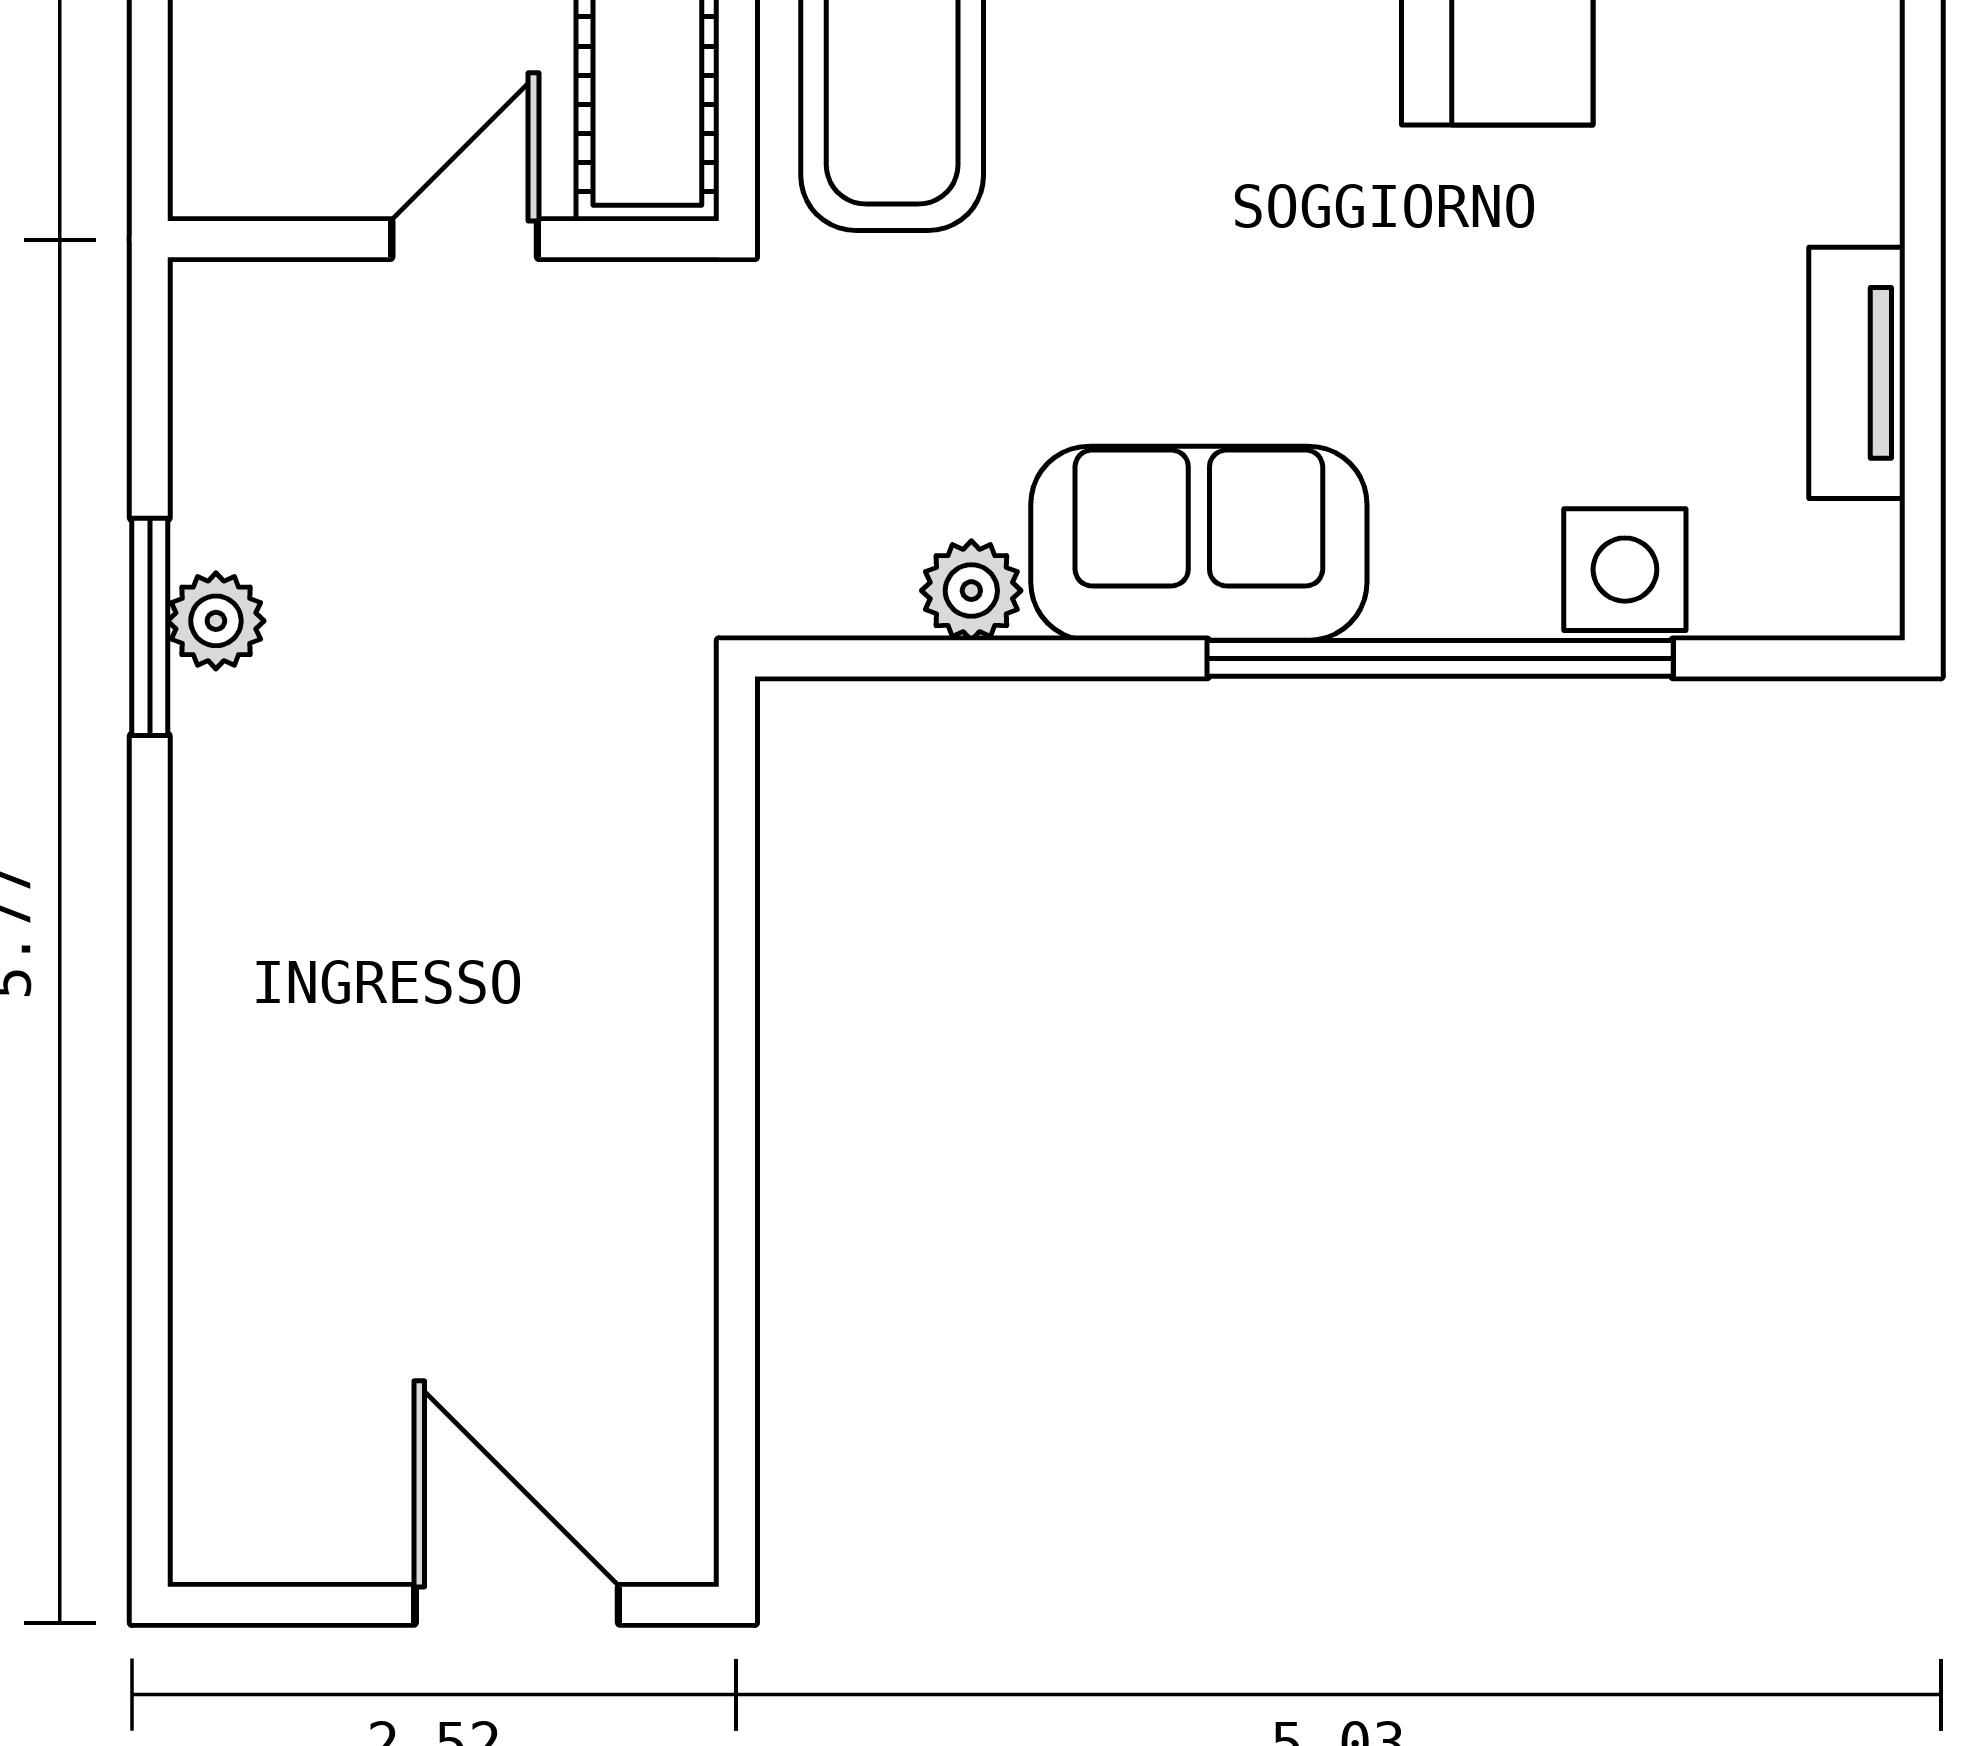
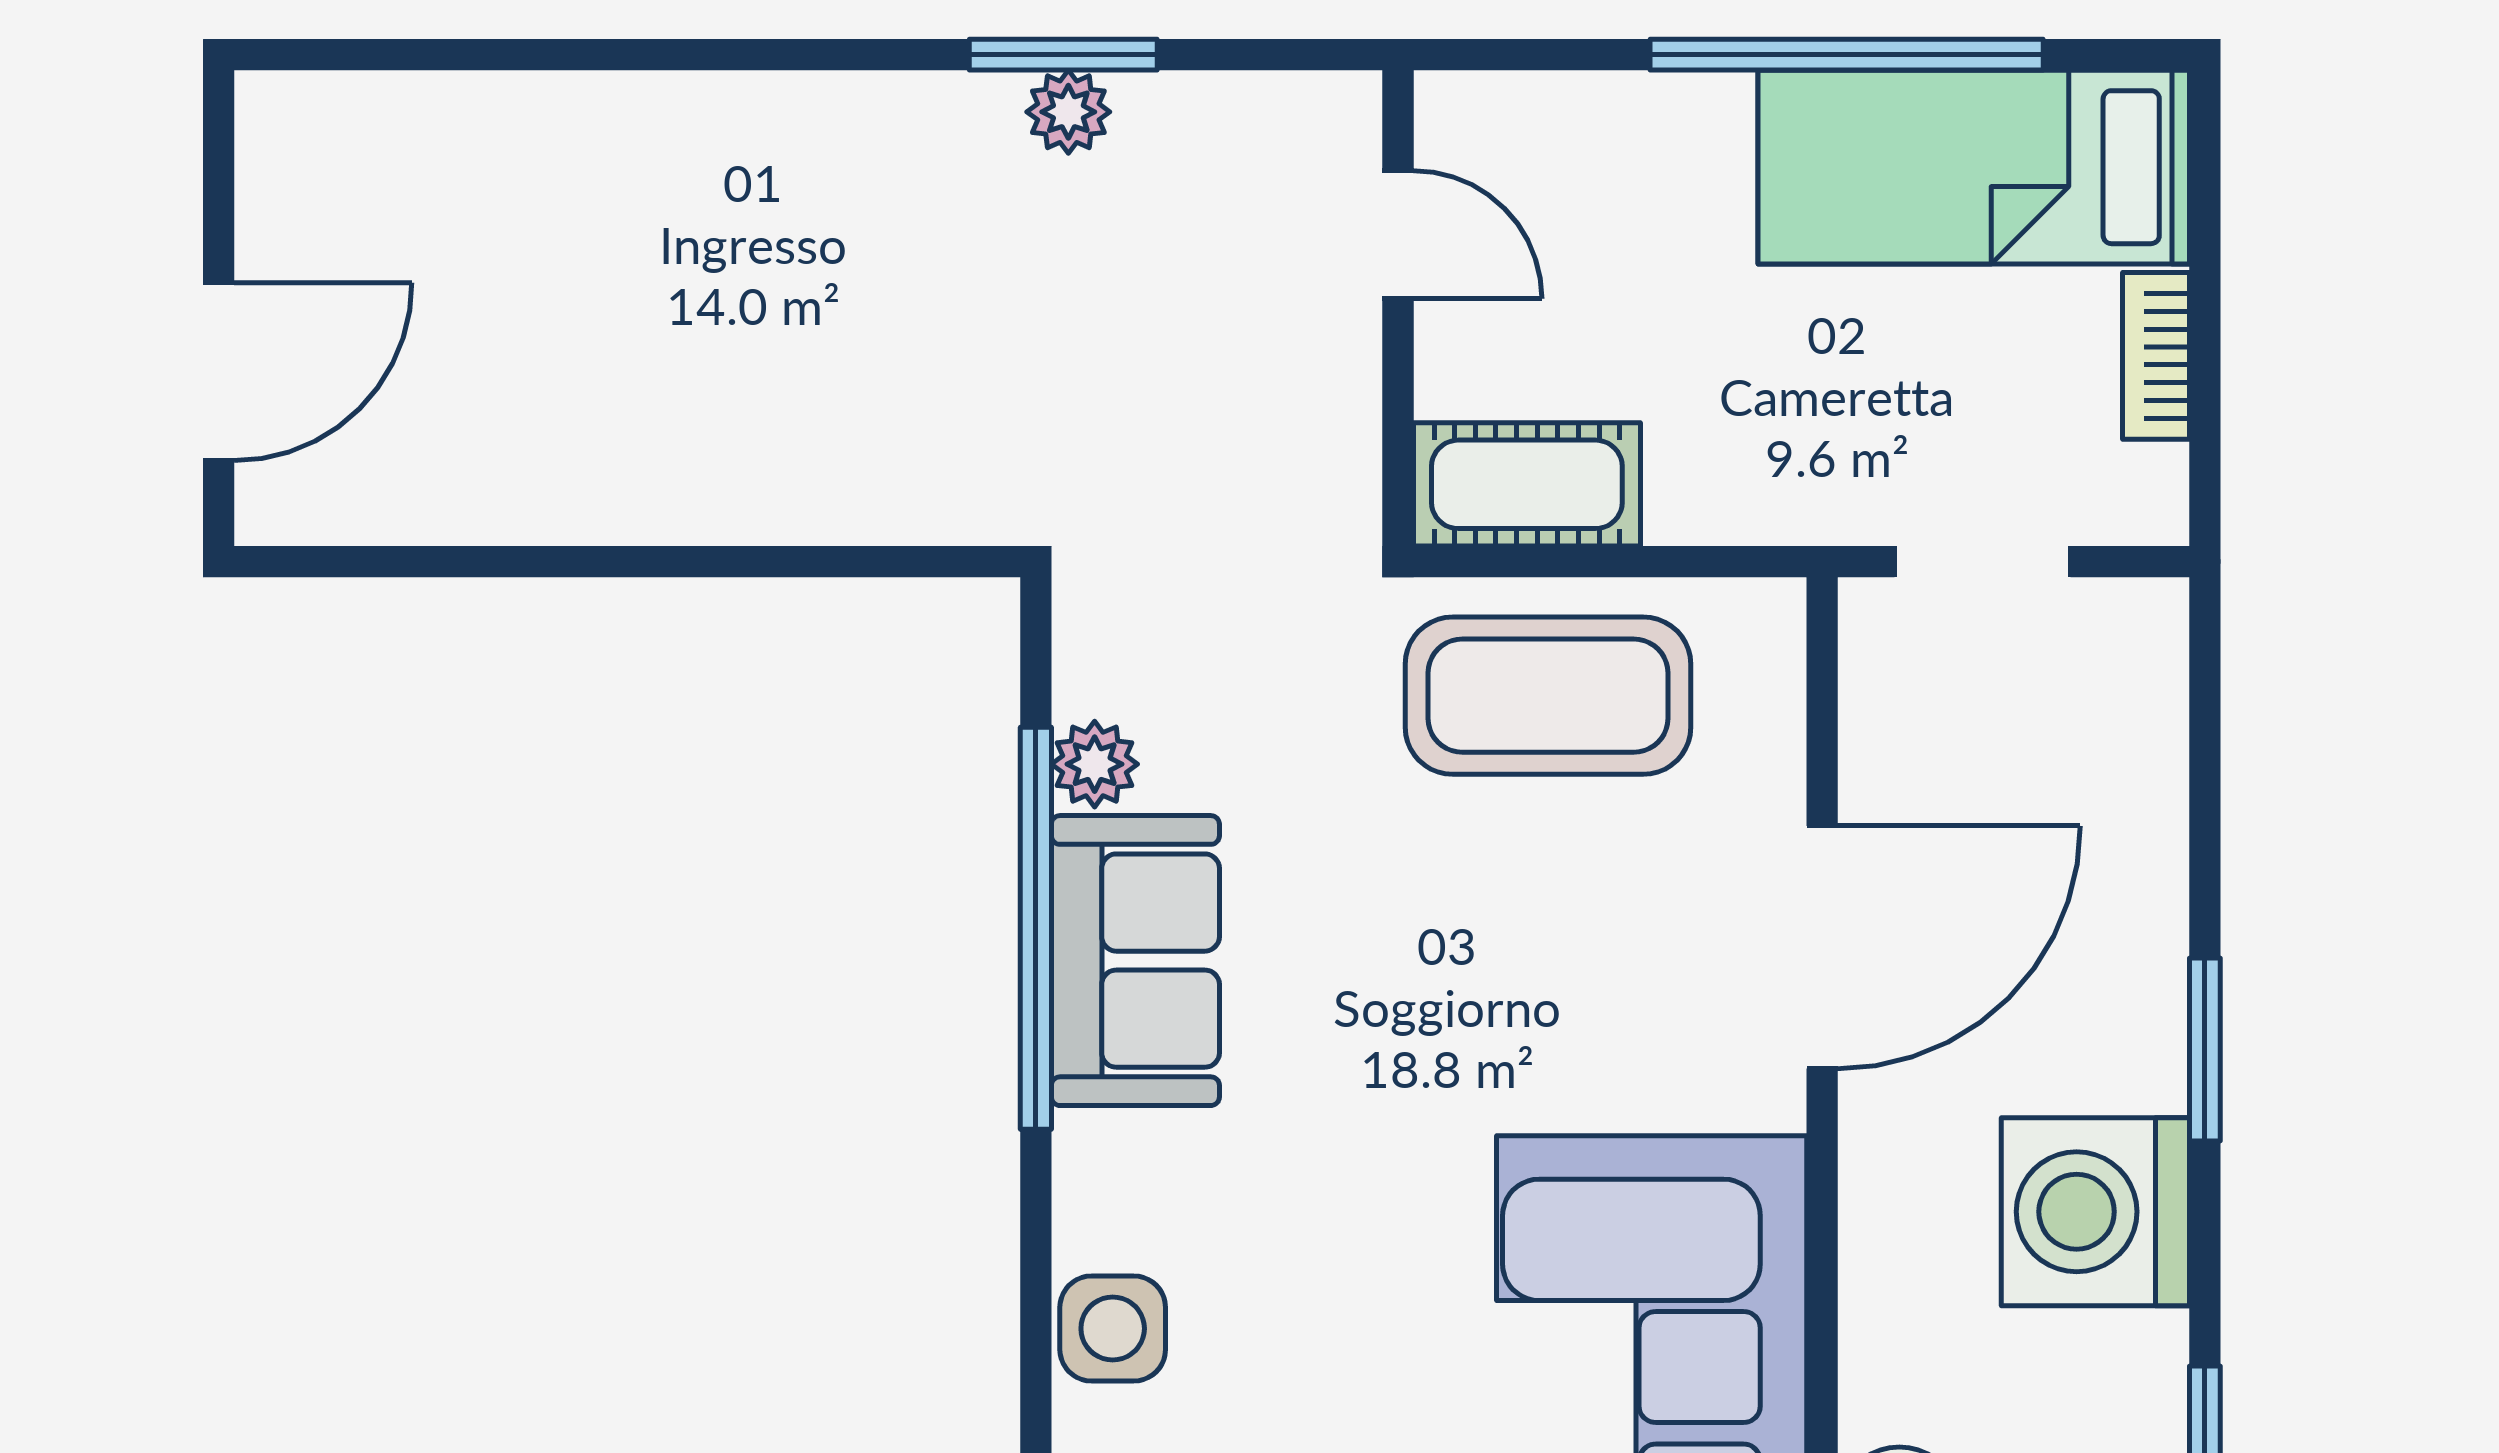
door: (465, 239) -> (1398, 235), moved
window: (1440, 658) -> (1036, 928), moved

